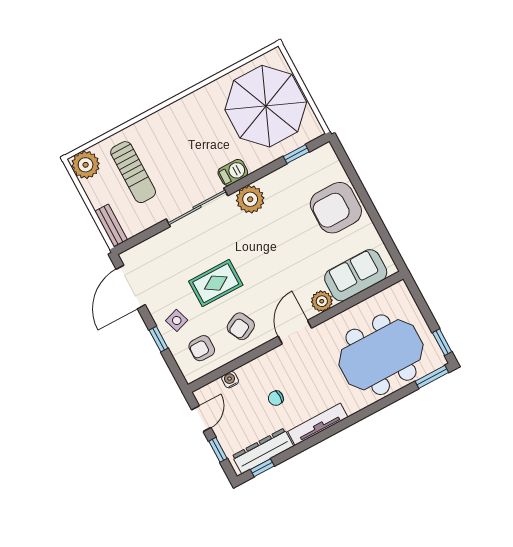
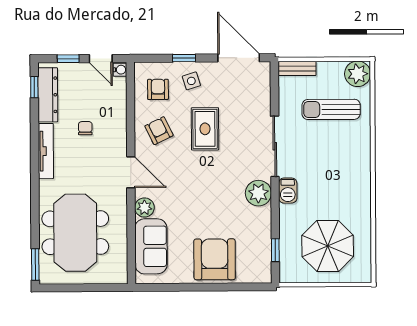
parasol: (266, 106) -> (328, 246), width x0.73, depth x0.73
window: (442, 342) -> (59, 288), removed
water cooler: (230, 380) -> (120, 70), moved

